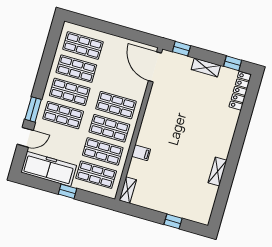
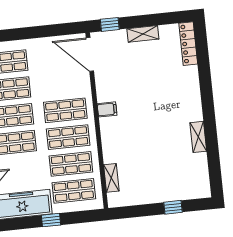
window: (233, 63) -> (169, 18), removed
filing cabinet: (141, 153) -> (107, 109), moved
shelving: (128, 190) -> (111, 178), moved

